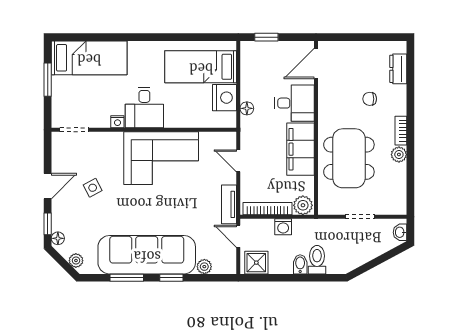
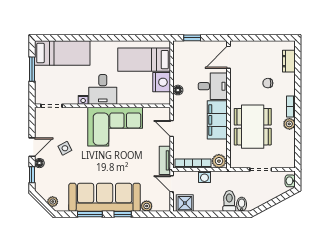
floor lamp: (58, 238) -> (39, 163), moved
bidet: (300, 264) -> (242, 204), moved

